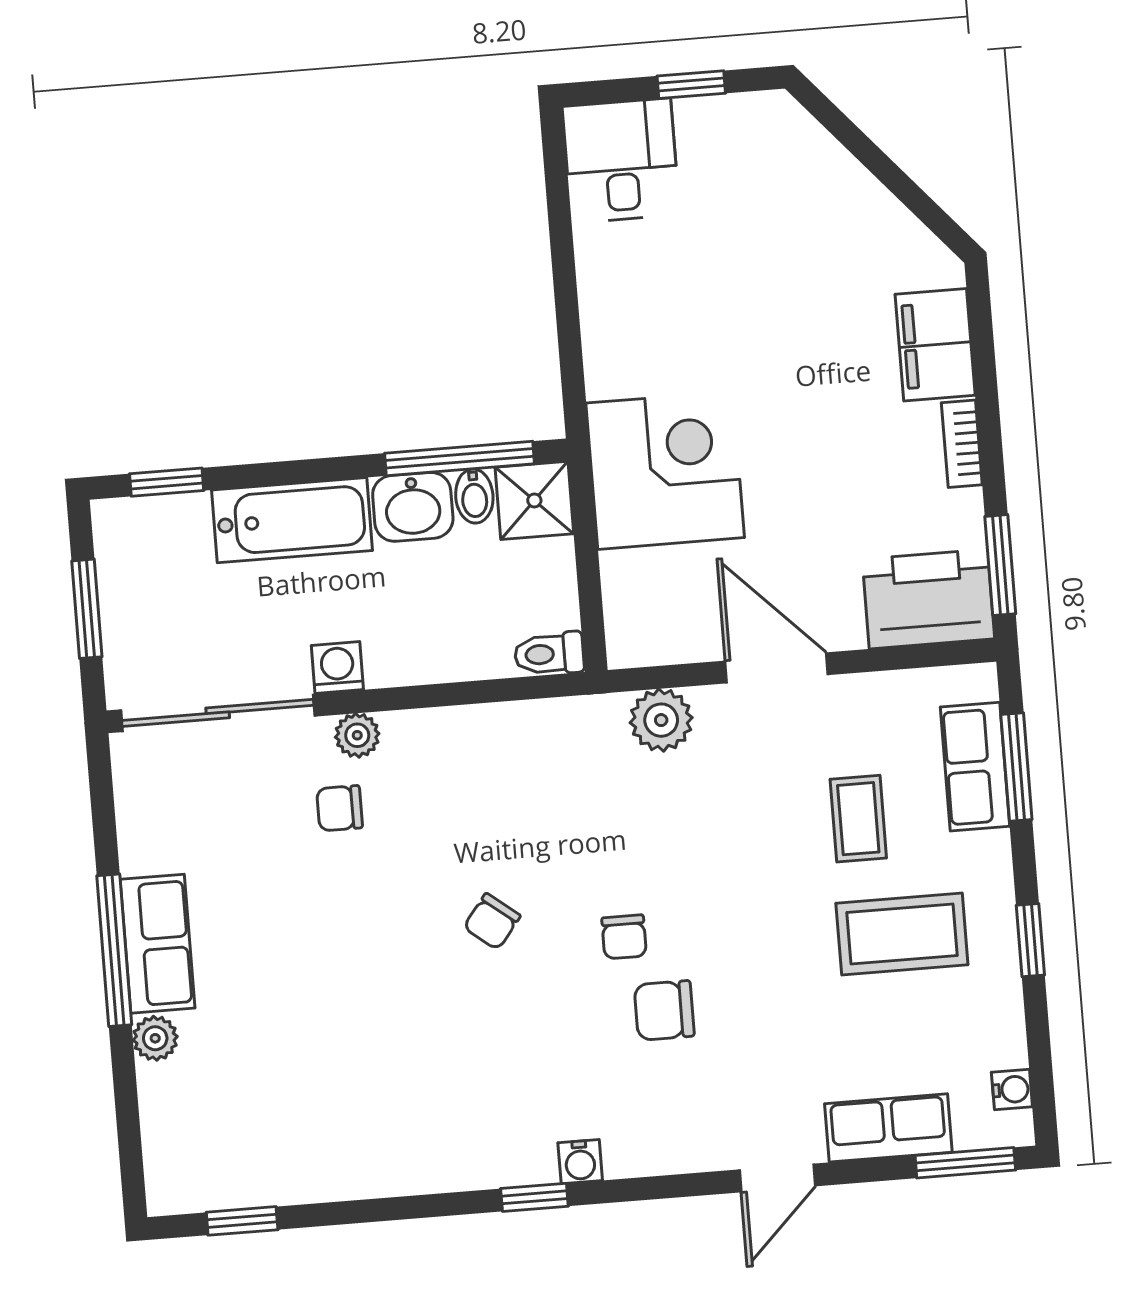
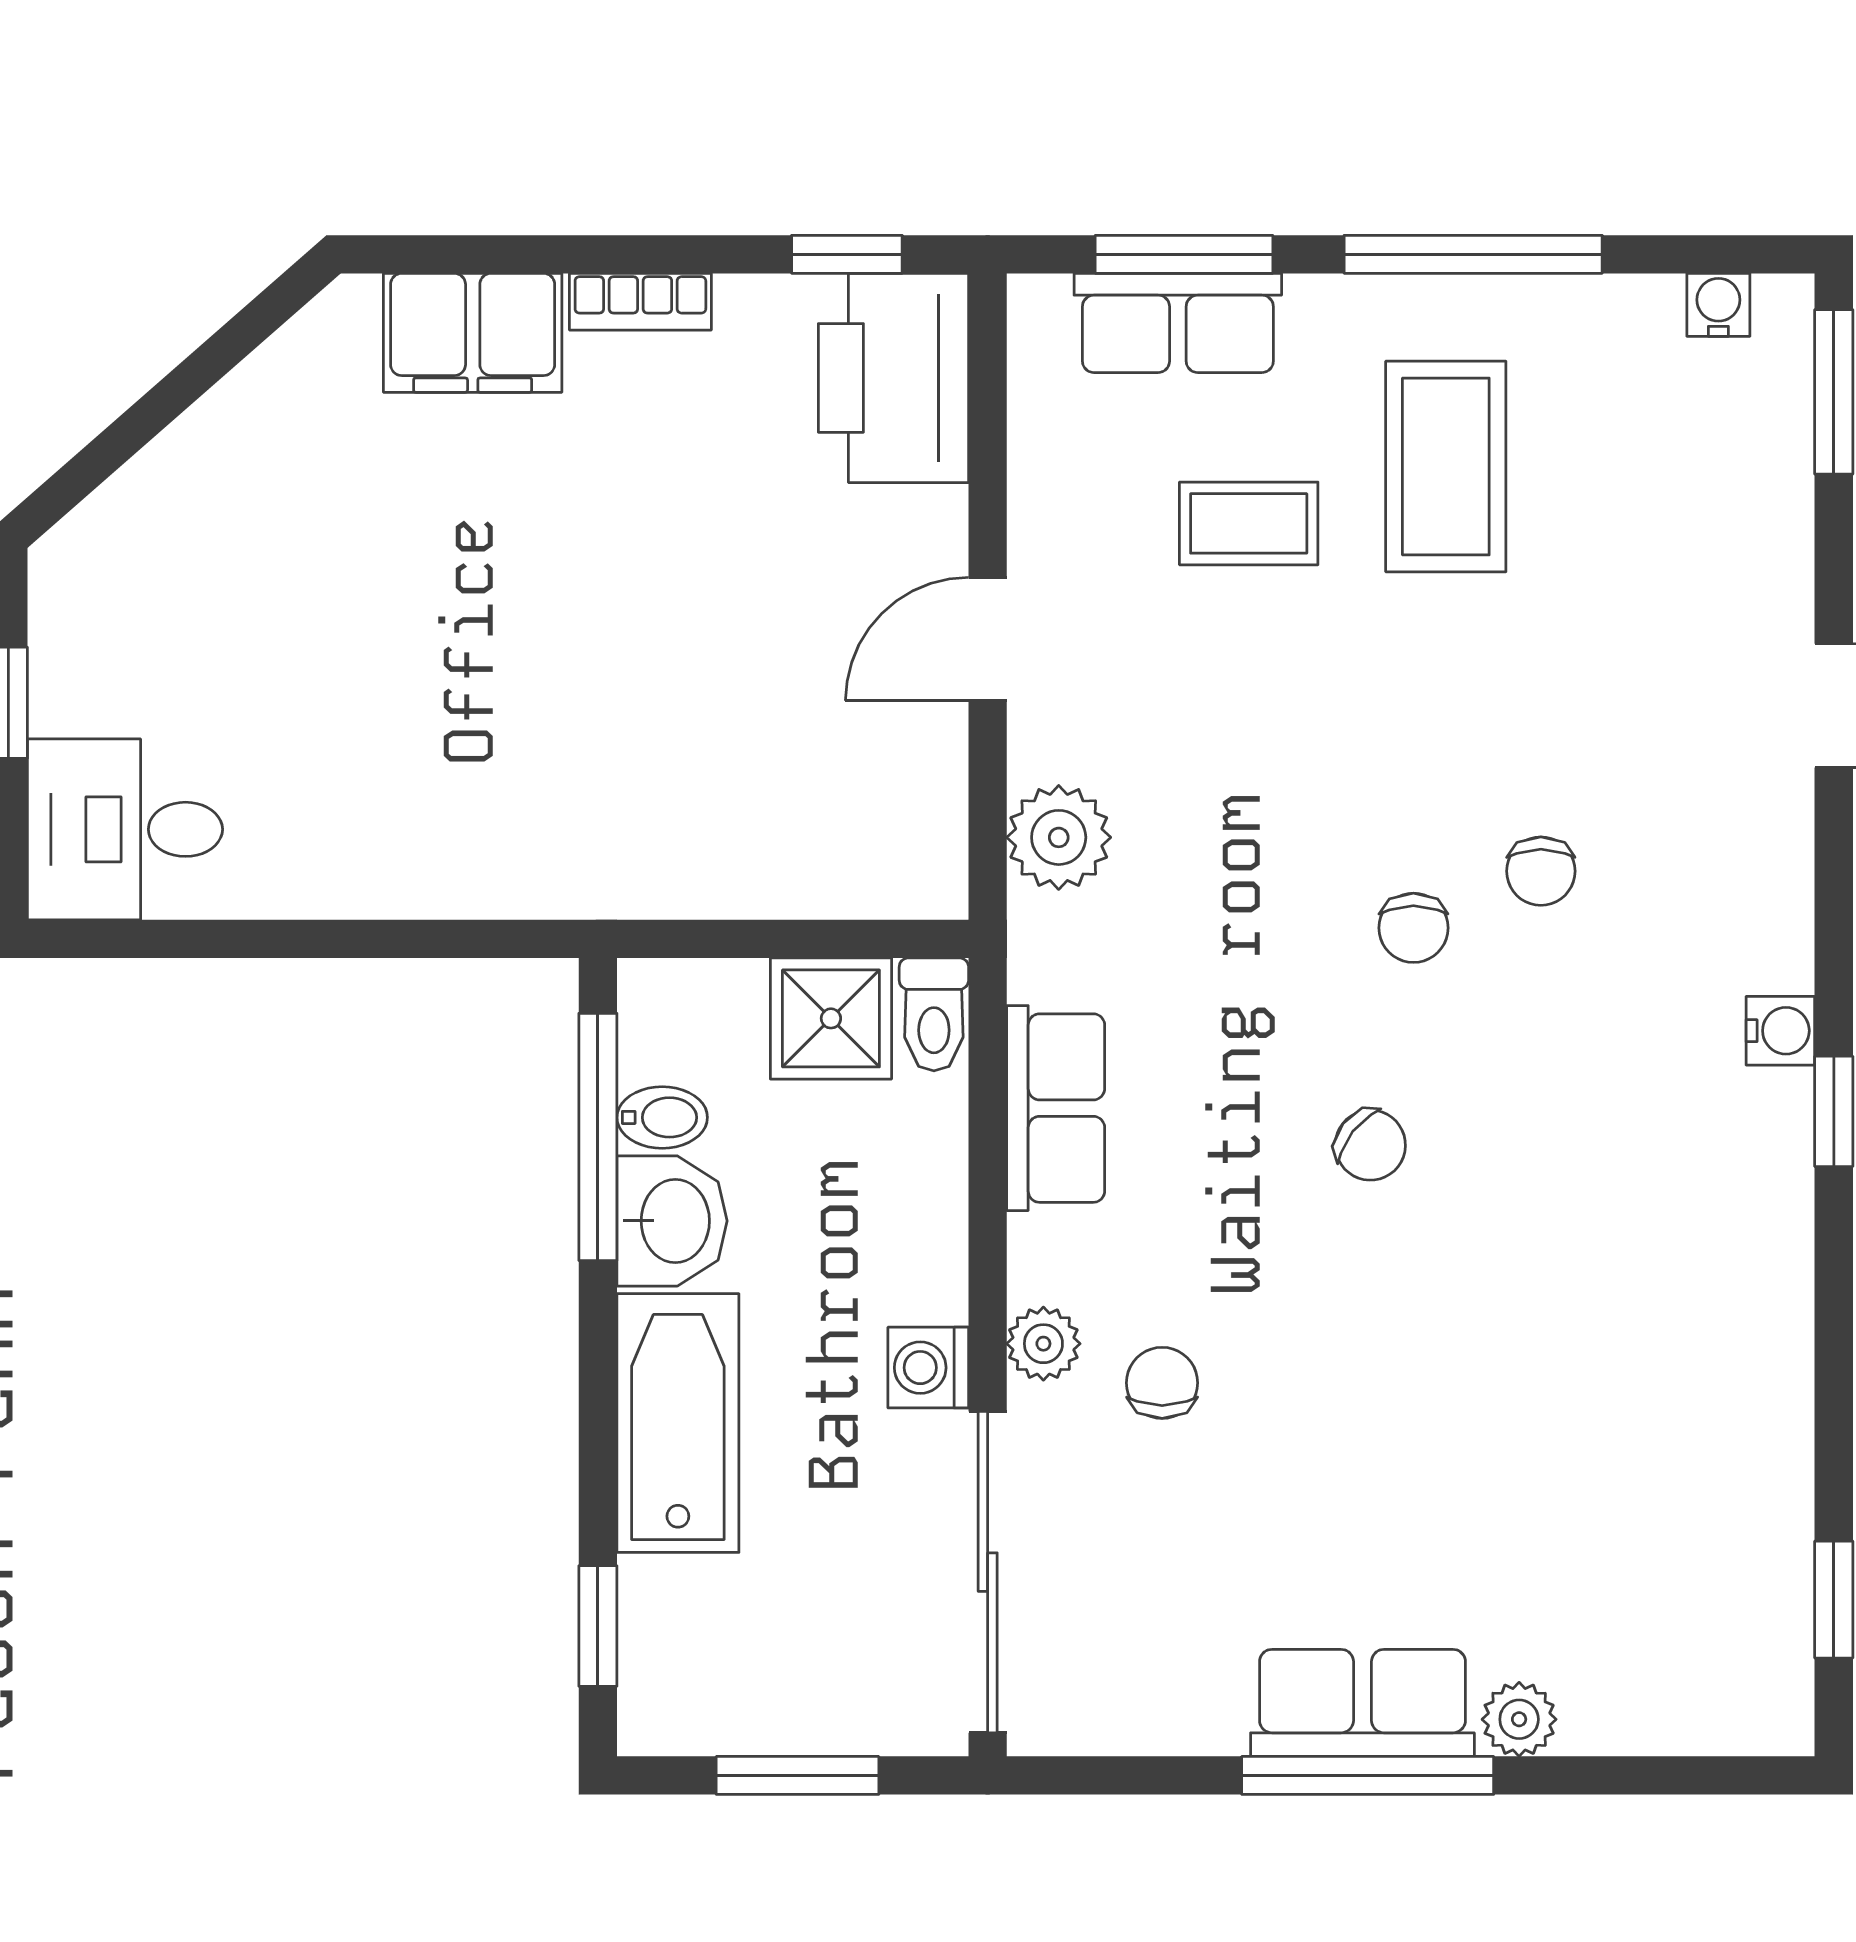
corner desk: (665, 470) -> (645, 797), removed
shower: (534, 500) -> (831, 1018), moved
window: (1000, 565) -> (847, 254), width x0.67
door: (777, 668) -> (988, 639), width x0.73
chair: (339, 808) -> (1162, 1383), turned 180
chair: (624, 937) -> (1413, 928), turned 90
window: (1030, 940) -> (1473, 254), width x2.17
chair: (664, 1010) -> (1541, 871), width x0.73, depth x0.73
row of seats: (888, 1128) -> (1056, 1108), moved, turned 180

